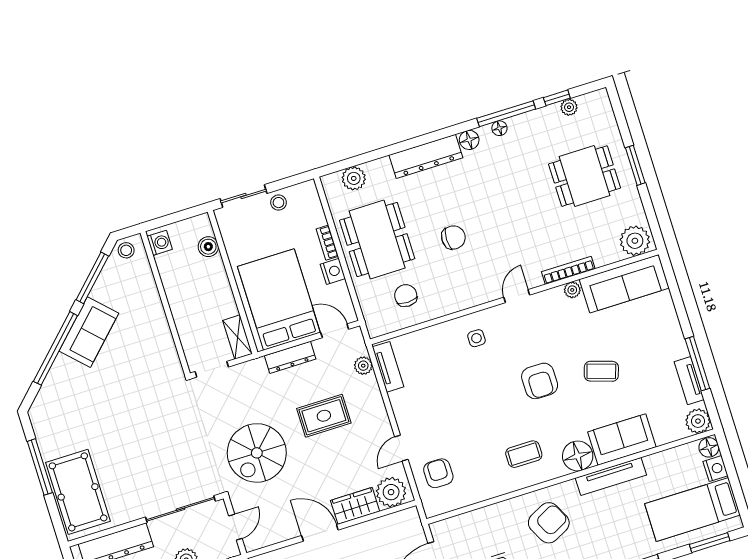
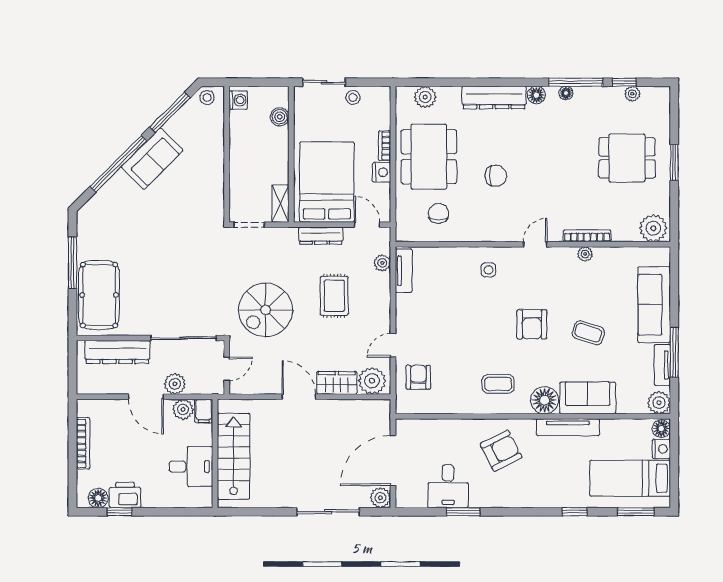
sofa: (624, 284) -> (654, 305), moved, turned 90
rug: (324, 416) -> (334, 296), turned 90

